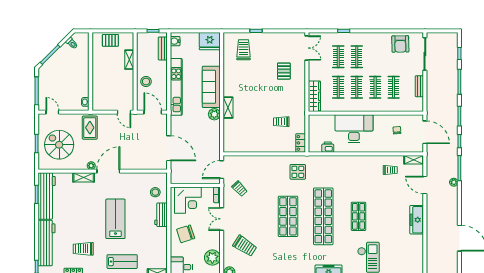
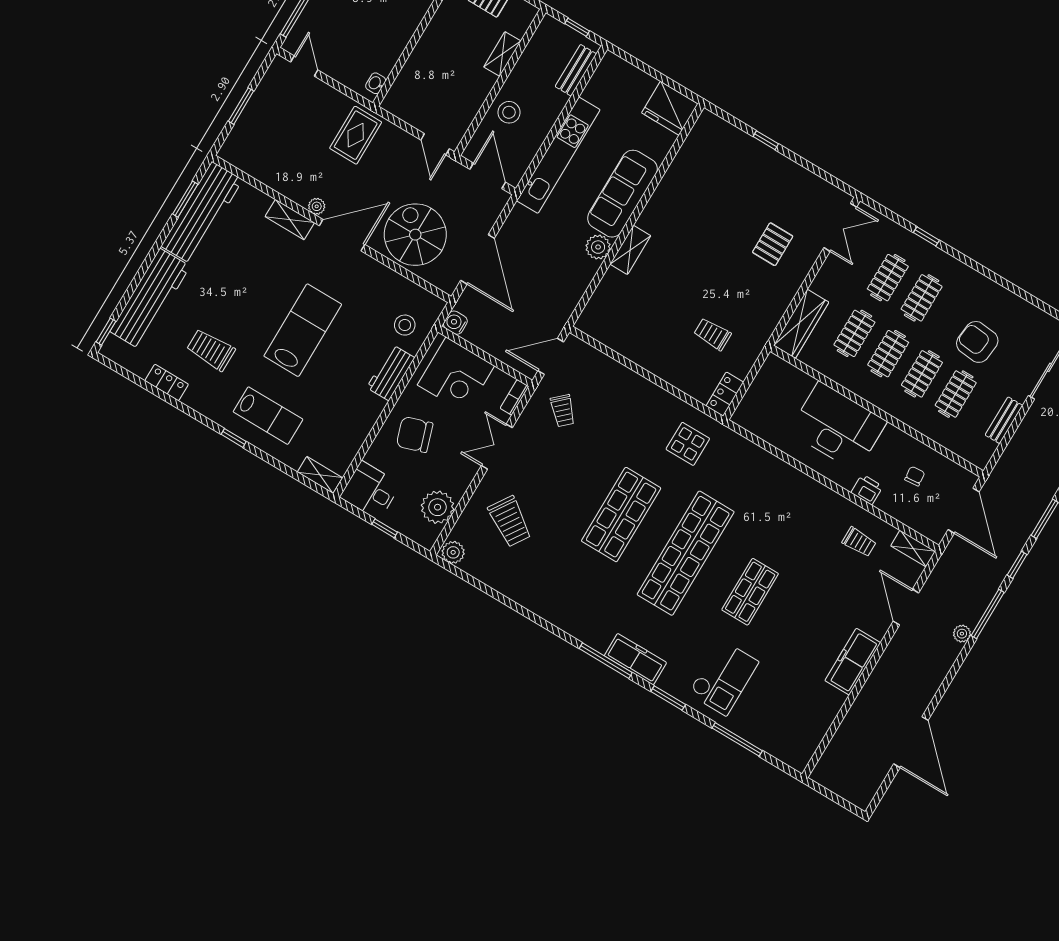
water cooler: (175, 41) -> (455, 323), moved
armchair: (400, 44) -> (977, 342), moved, turned 97
trolley: (243, 50) -> (722, 161), removed
spiral stairs: (59, 145) -> (415, 235), moved
printer: (328, 147) -> (867, 490), moved

